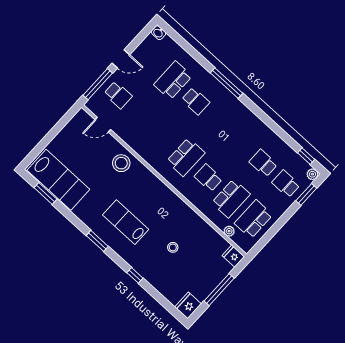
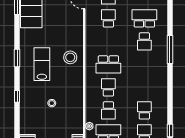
school desk: (141, 116) -> (108, 18), added
stool: (121, 163) -> (70, 57), moved
school desk: (231, 198) -> (108, 110), width x0.54

